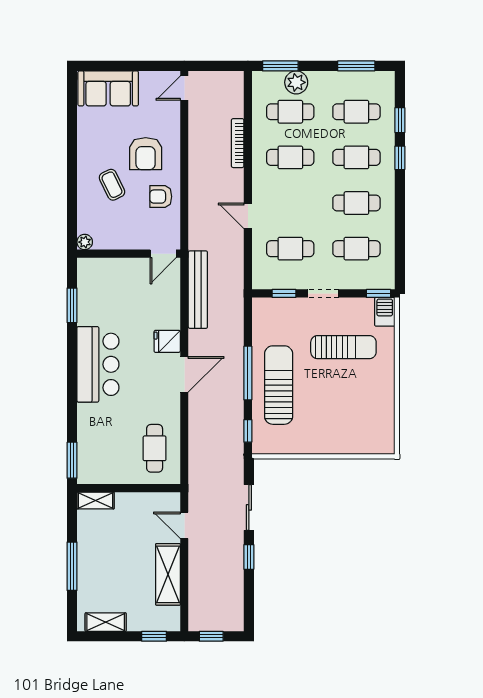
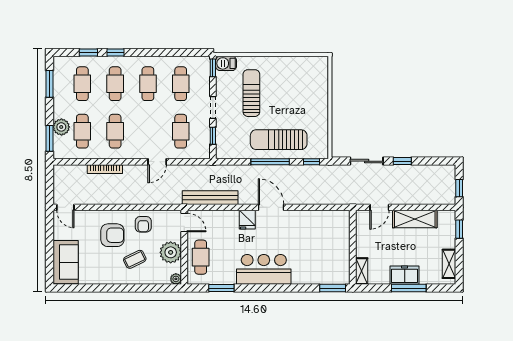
plant: (122, 235) -> (171, 252), added
cafe table: (155, 448) -> (201, 257), moved, turned 90
freezer: (90, 560) -> (405, 275), added

